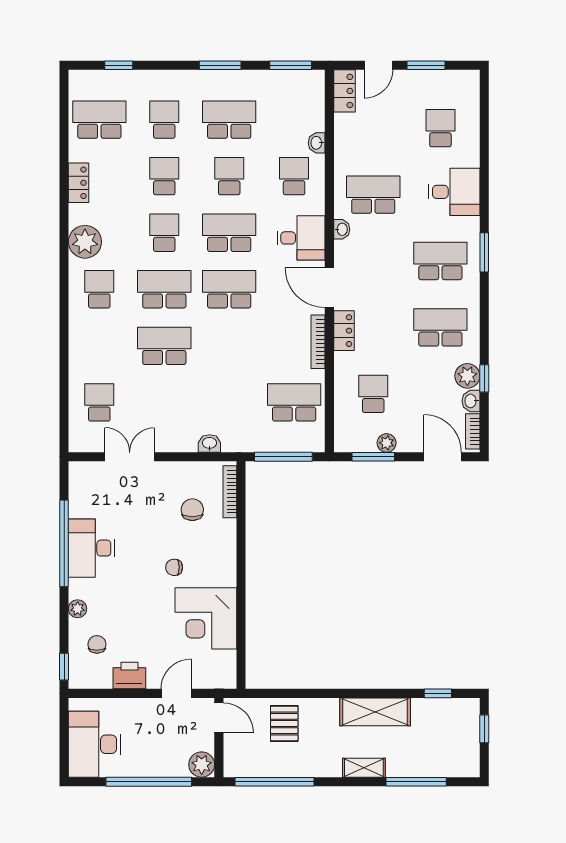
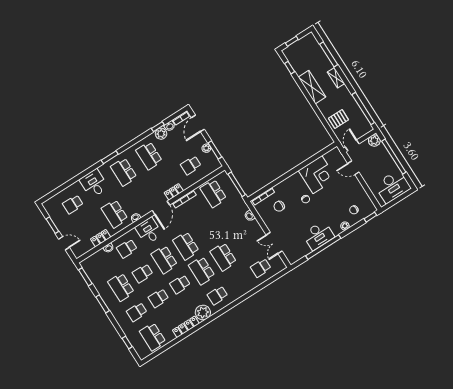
locker: (345, 91) -> (101, 238), moved
locker: (79, 183) -> (186, 327), width x1.53
printer: (129, 676) -> (358, 190), removed

